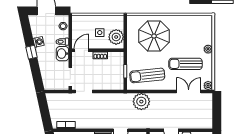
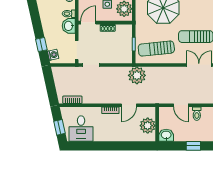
washing machine: (38, 42) -> (53, 55), moved
window: (32, 52) -> (41, 45), moved
plant: (141, 102) -> (137, 75), moved

